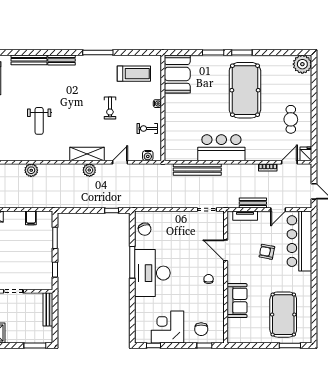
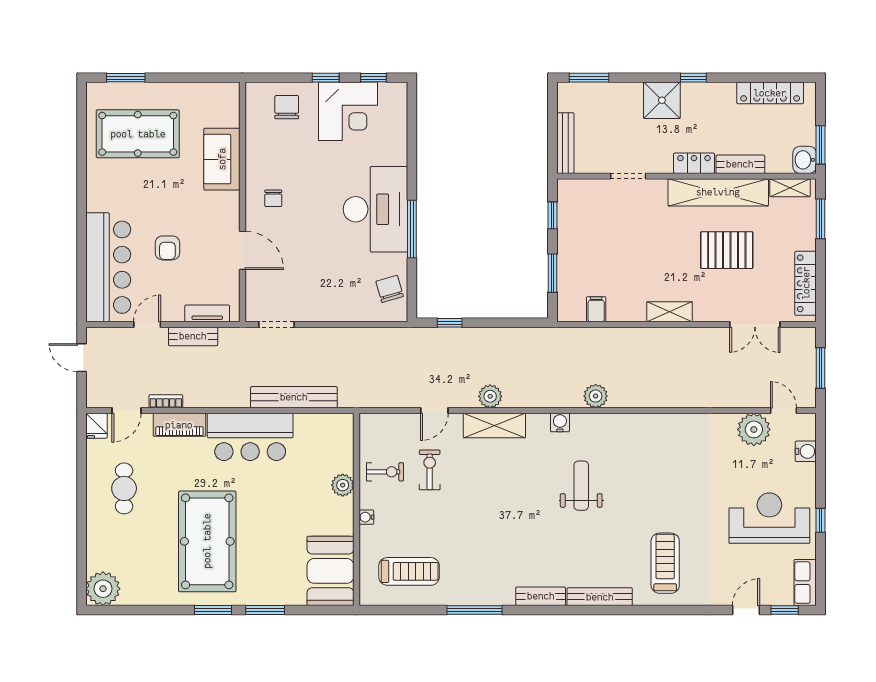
treadmill: (134, 74) -> (409, 571), turned 180
exercise bike: (110, 108) -> (430, 470), moved
plant: (170, 121) -> (343, 485), added
piano: (260, 154) -> (179, 425), added
water cooler: (148, 156) -> (560, 422), moved
armchair: (267, 252) -> (167, 248), turned 79
pool table: (283, 315) -> (138, 134), turned 90
window: (204, 345) -> (326, 78), moved

